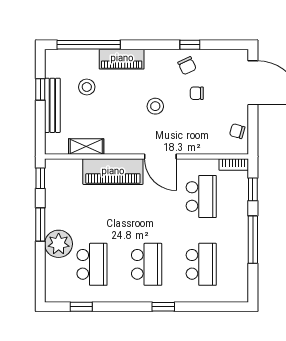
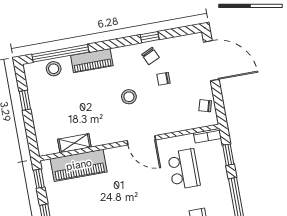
stool: (87, 87) -> (54, 69), moved
bench: (52, 105) -> (38, 112), removed
piano: (113, 172) -> (79, 165), moved

